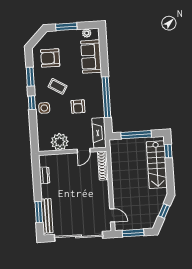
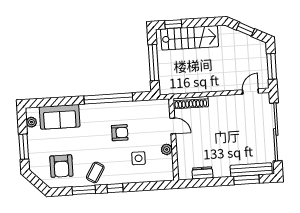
coffee table: (58, 86) -> (95, 172), moved
side table: (44, 108) -> (139, 158), moved
fireplace: (99, 133) -> (151, 107), removed
plant: (60, 142) -> (167, 149), width x0.53, depth x0.53

